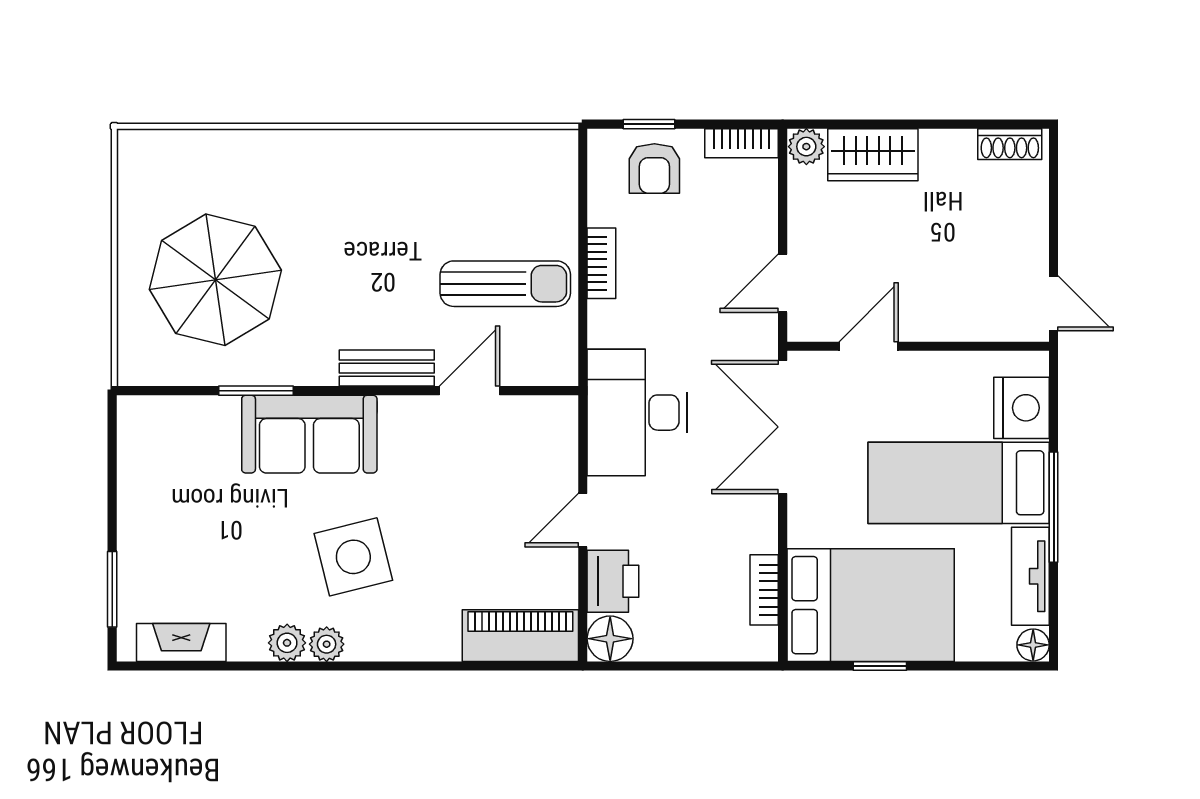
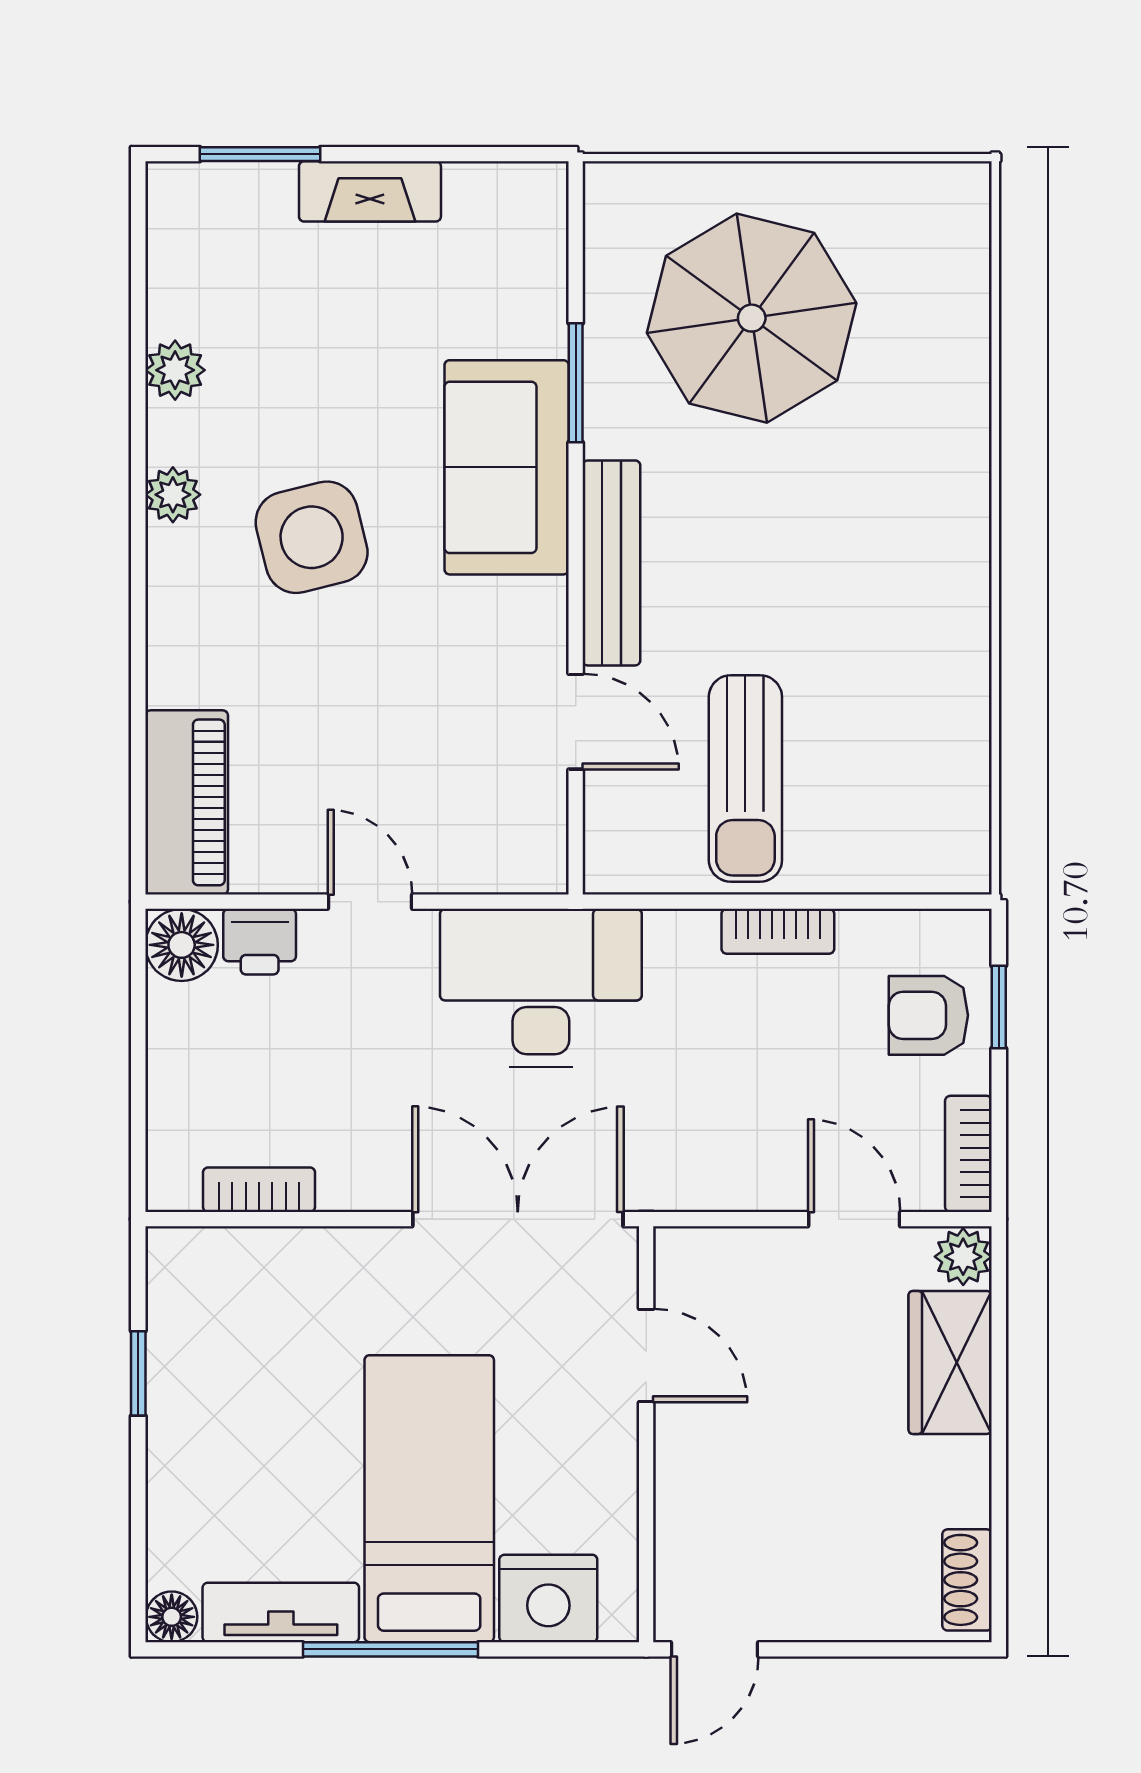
door: (783, 283) -> (854, 1219), moved
bench: (387, 368) -> (611, 563), width x1.36
printer: (613, 581) -> (260, 942), width x0.73, depth x0.81
bed: (871, 605) -> (235, 1359), removed
fireplace: (181, 642) -> (370, 191), moved, turned 90
plant: (287, 643) -> (175, 370), moved

